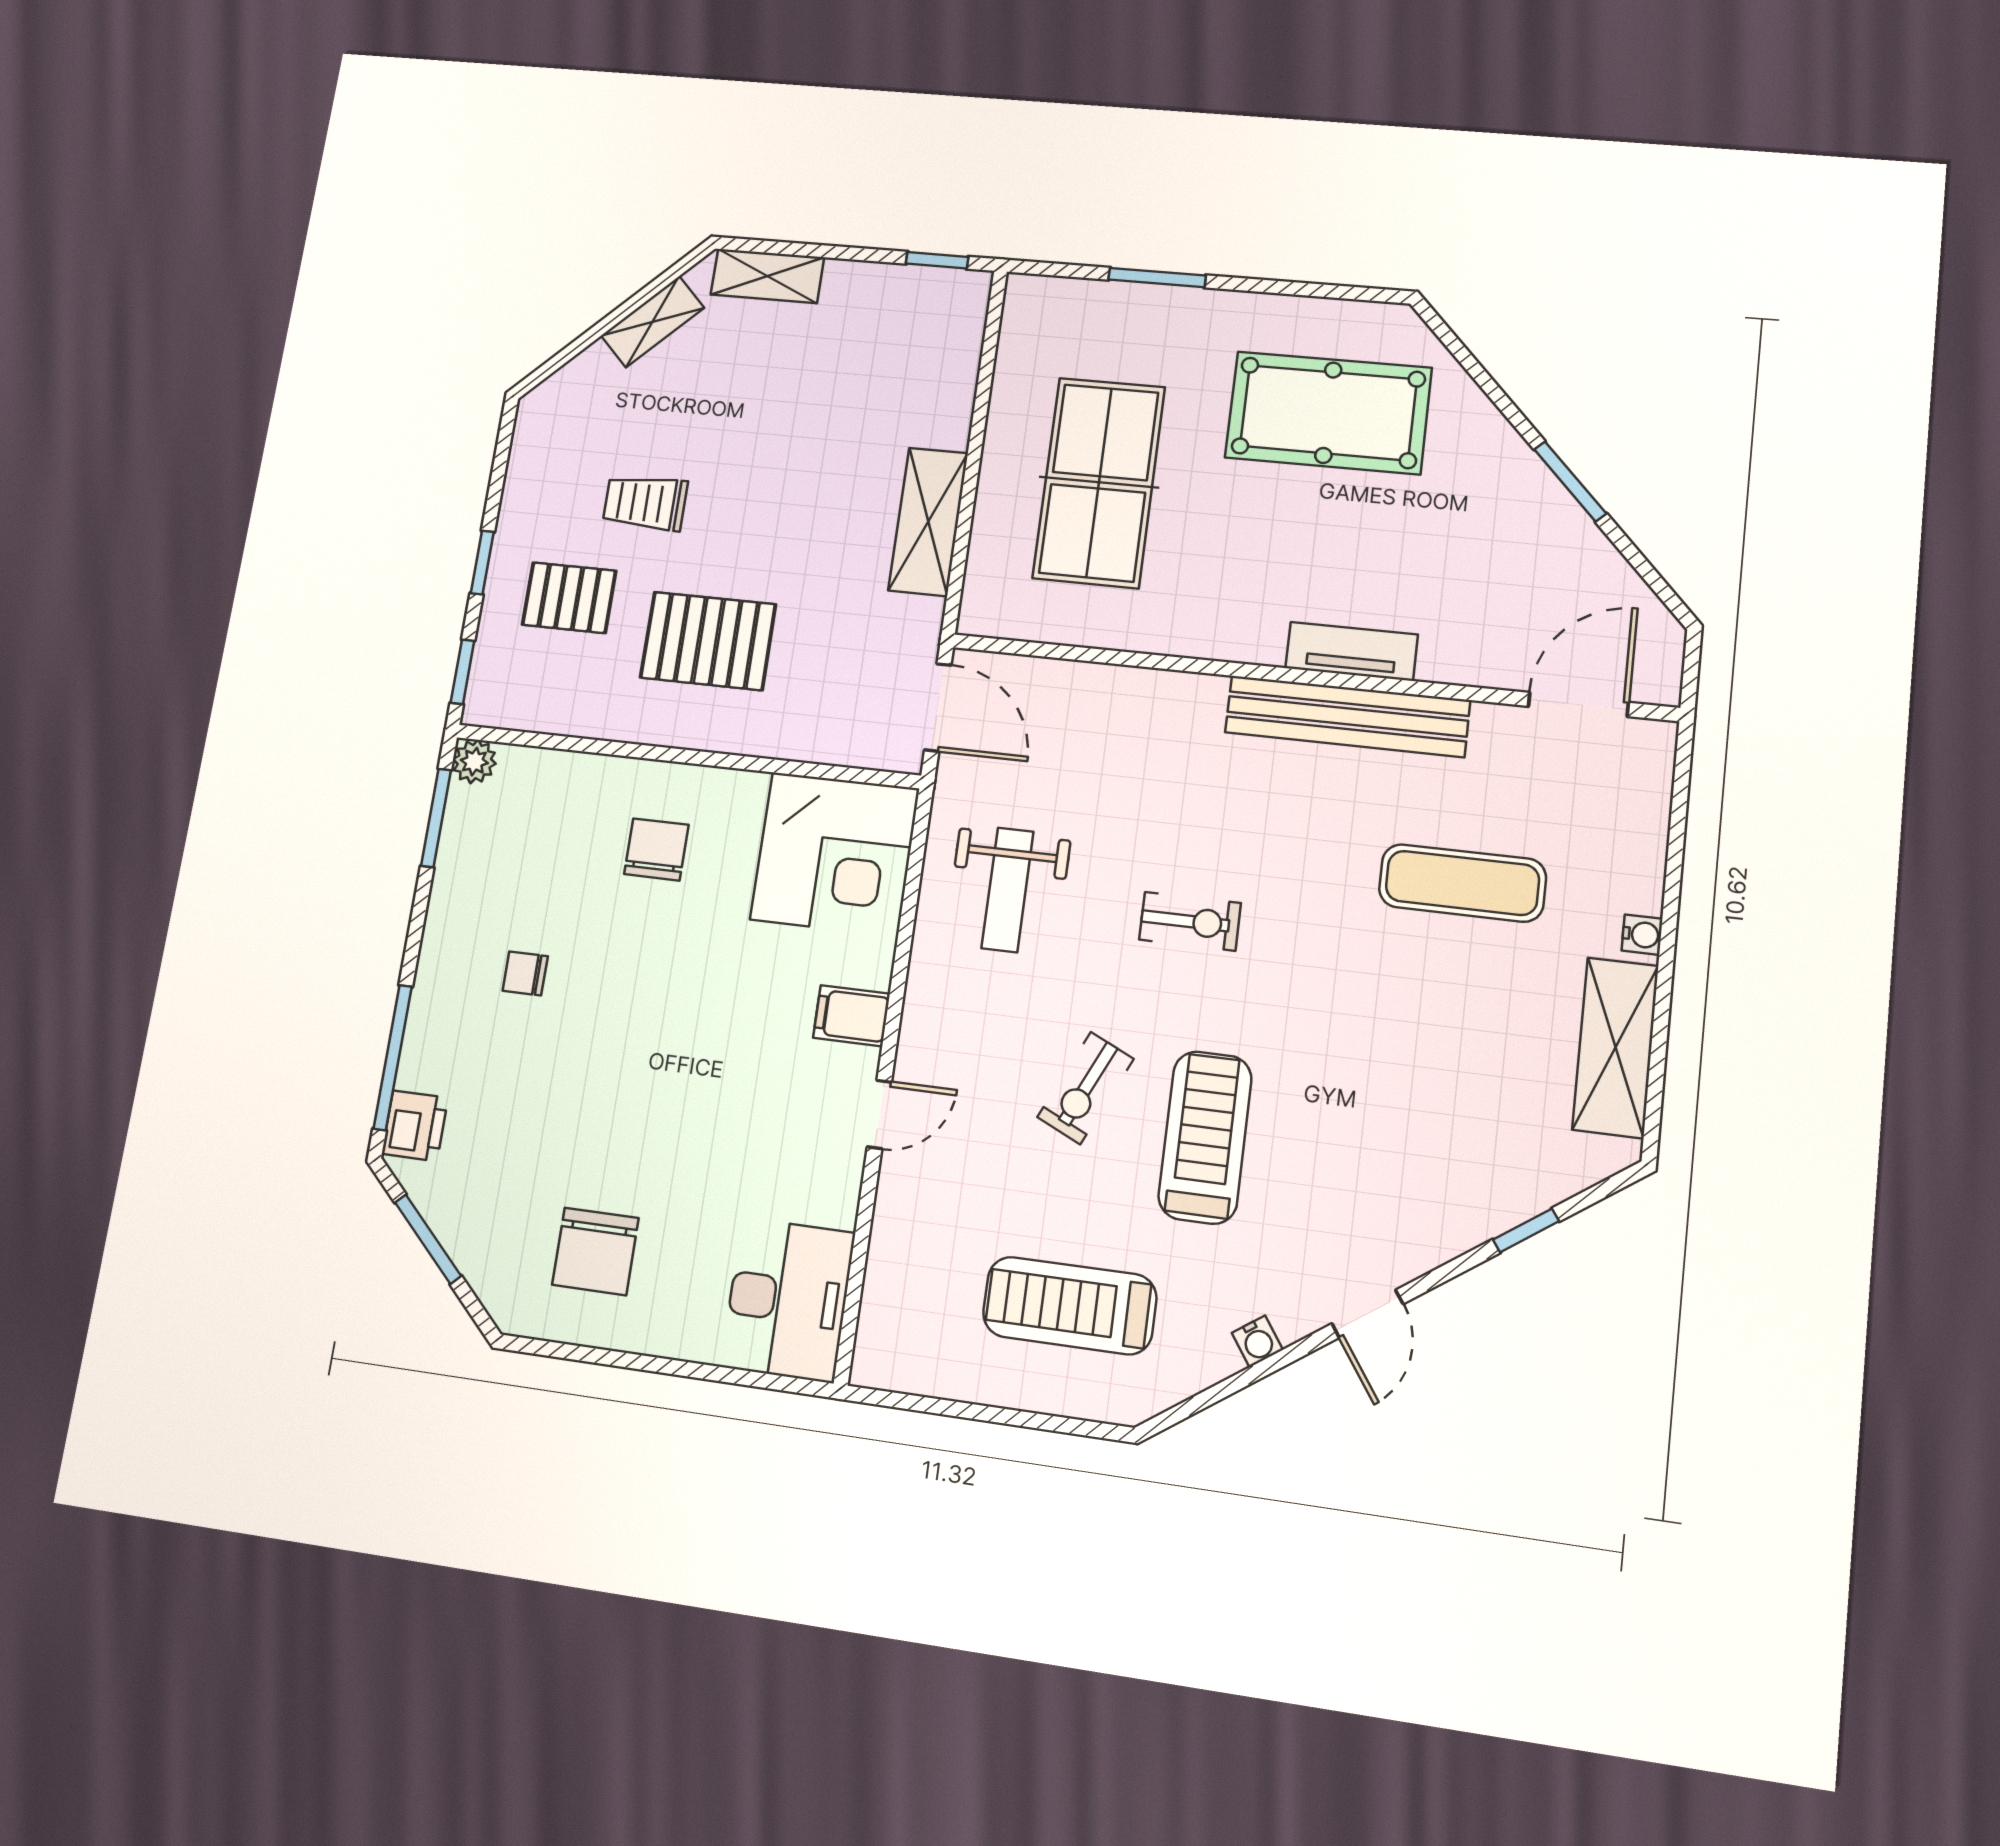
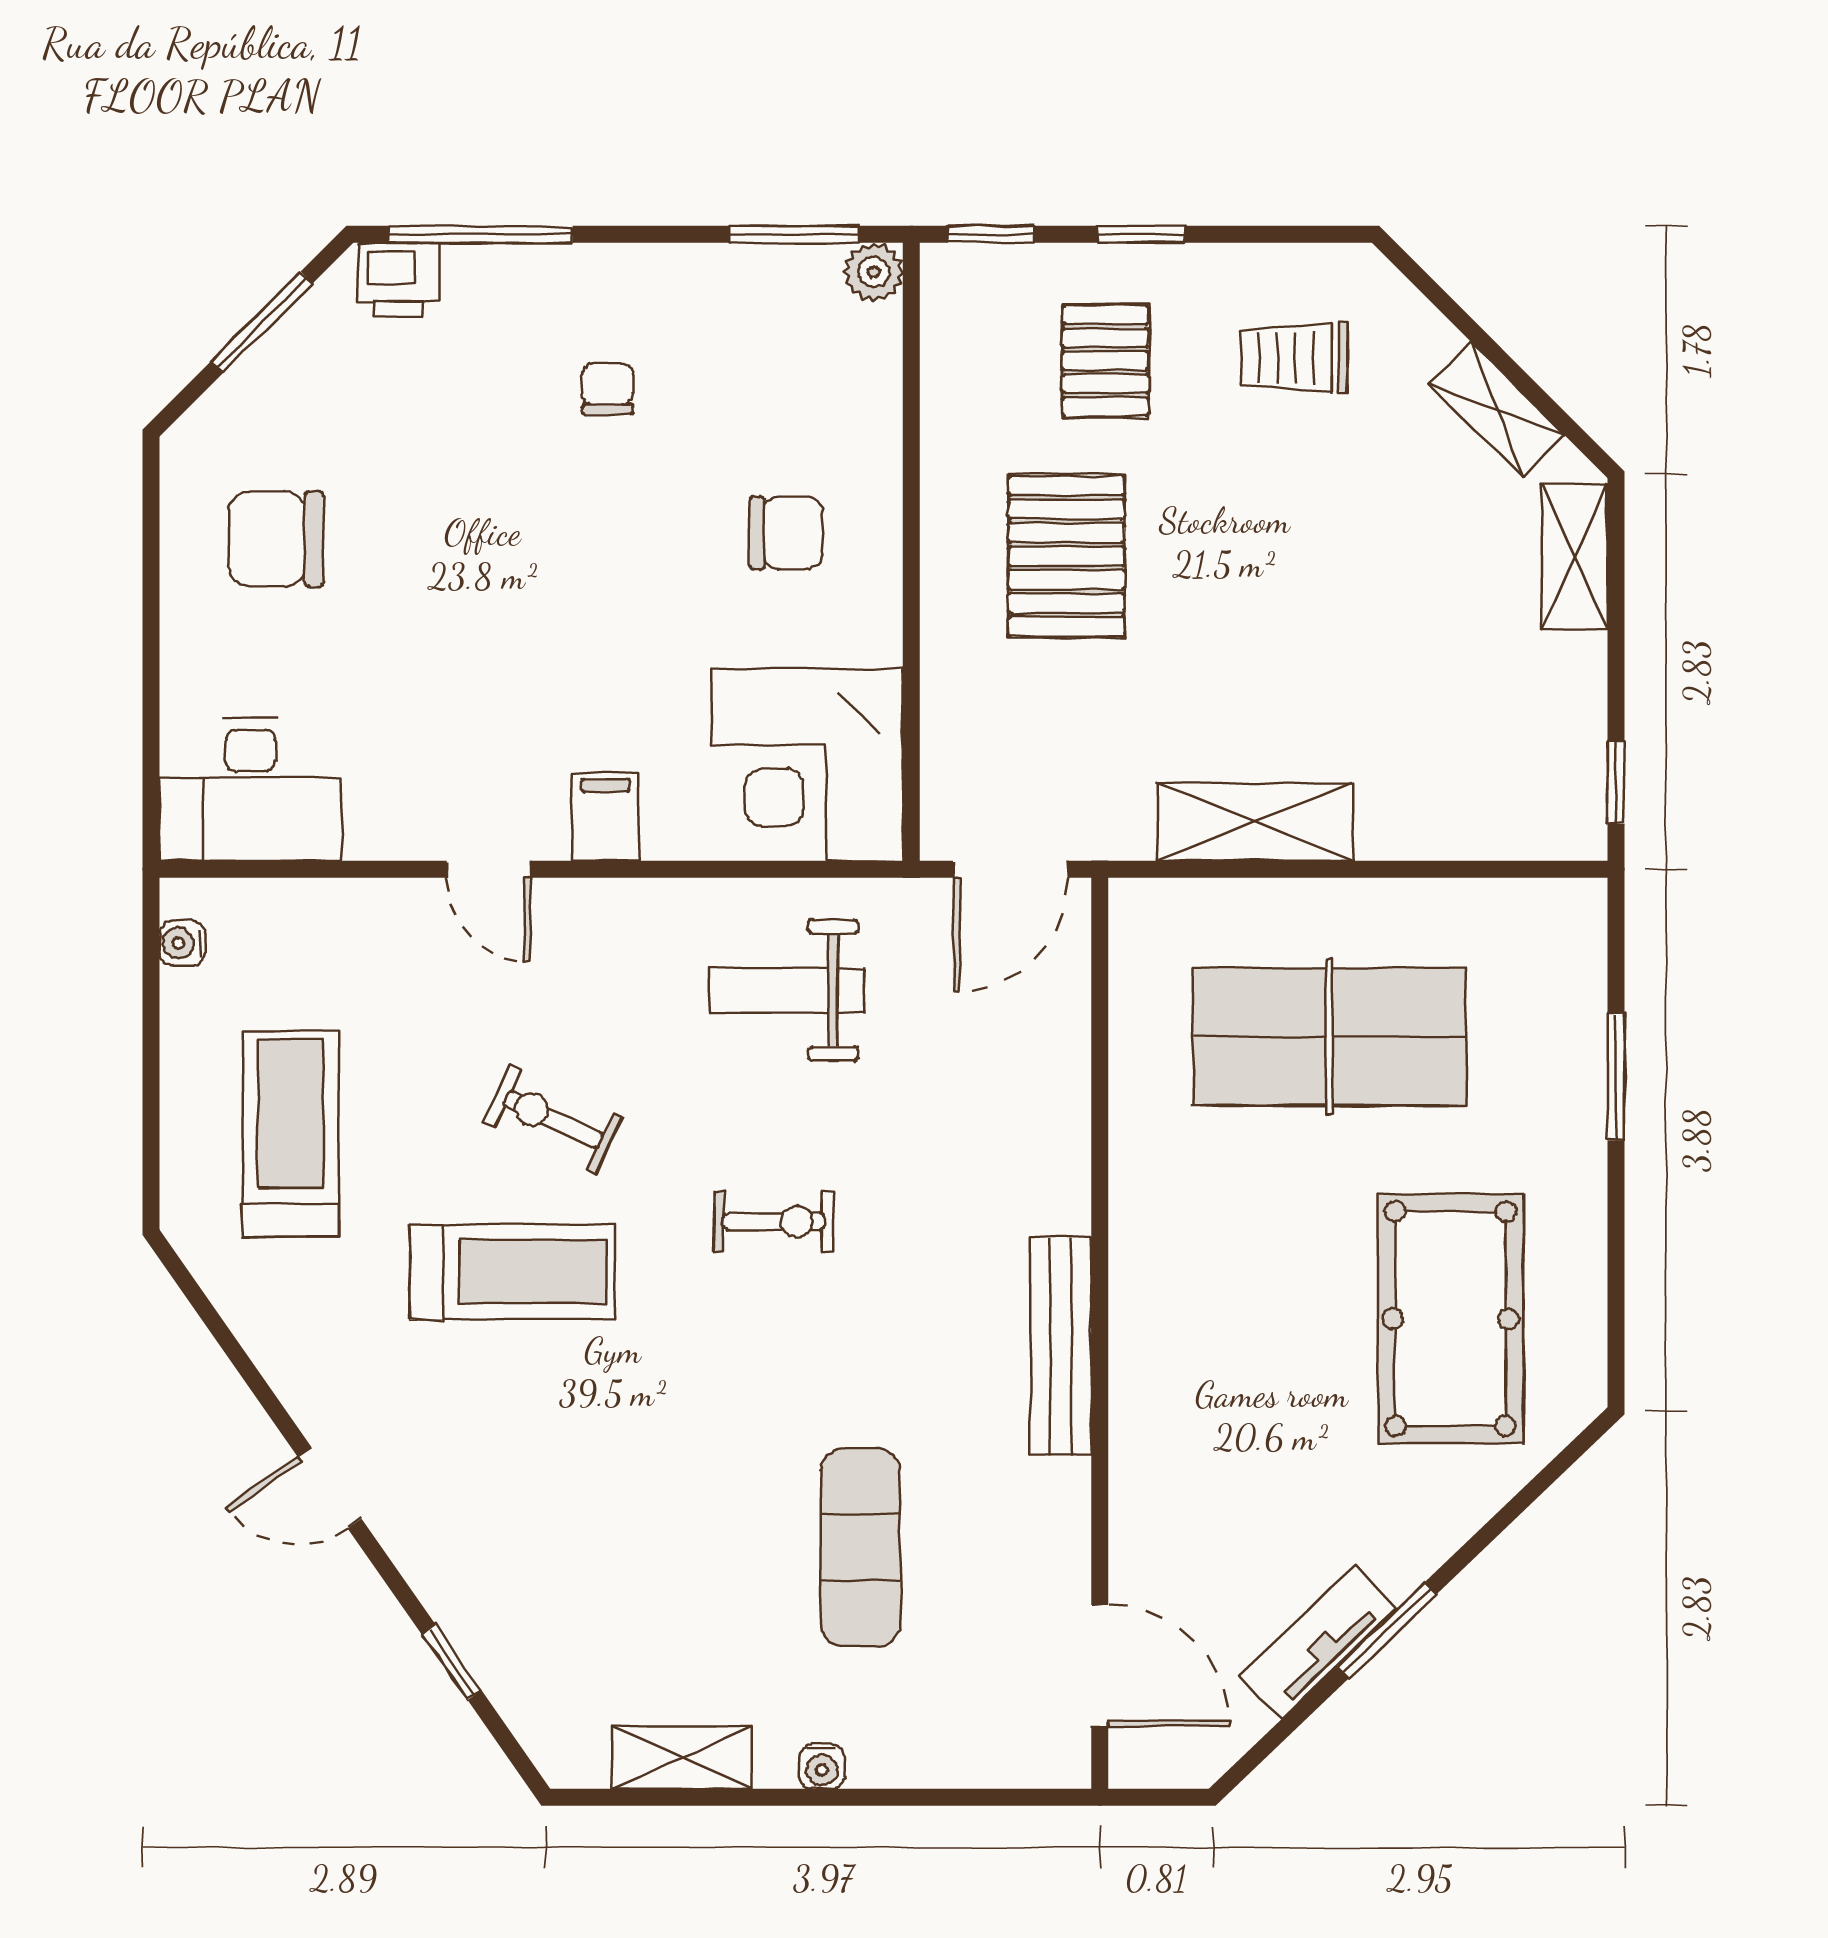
trolley: (645, 503) -> (1294, 358), moved, turned -90
tv unit: (1352, 651) -> (1318, 1642), moved, turned -134
bench: (1347, 716) -> (1061, 1346), width x0.73, depth x0.82
exercise bike: (1190, 921) -> (774, 1222), turned -90
shelving: (1615, 1047) -> (682, 1757), width x0.67, depth x0.75
water cooler: (1257, 1341) -> (182, 943), moved, turned 35

